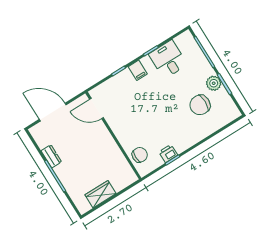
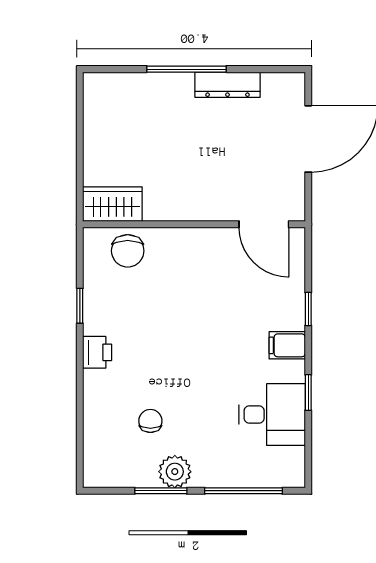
chair: (200, 105) -> (150, 421), width x0.54, depth x0.54
door: (96, 109) -> (264, 224), swing flipped
printer: (168, 153) -> (97, 352), moved
dresser: (51, 156) -> (227, 85), width x1.44
wardrobe: (100, 194) -> (112, 204), moved, turned -90

